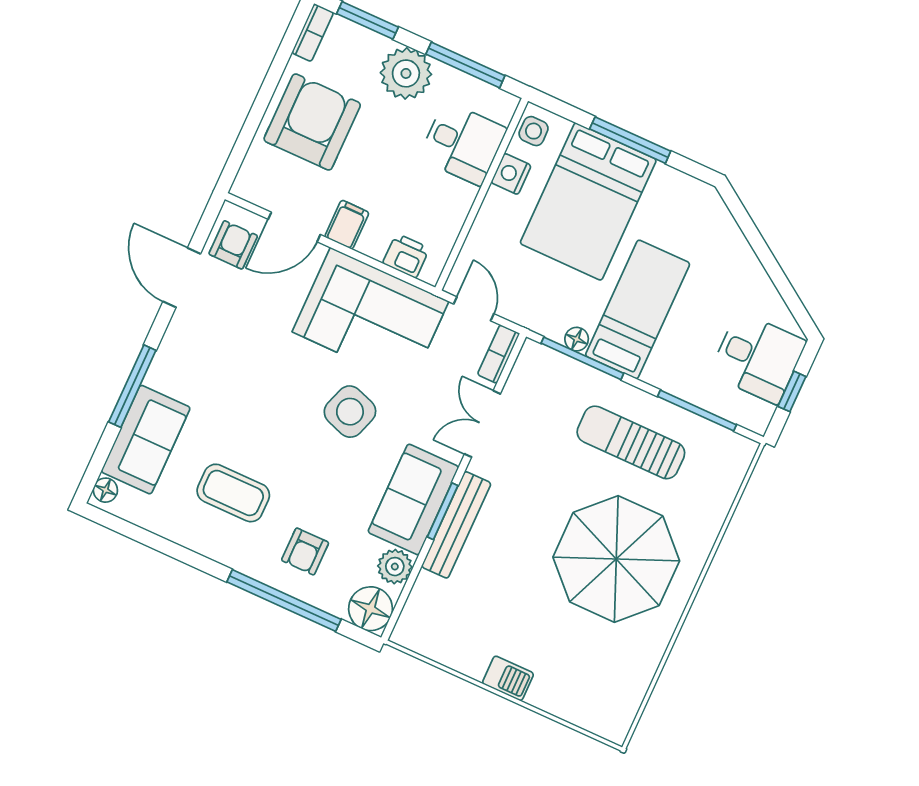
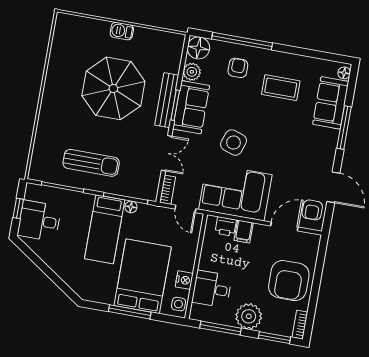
filing cabinet: (347, 225) -> (244, 232), moved
parasol: (616, 559) -> (113, 88), moved

